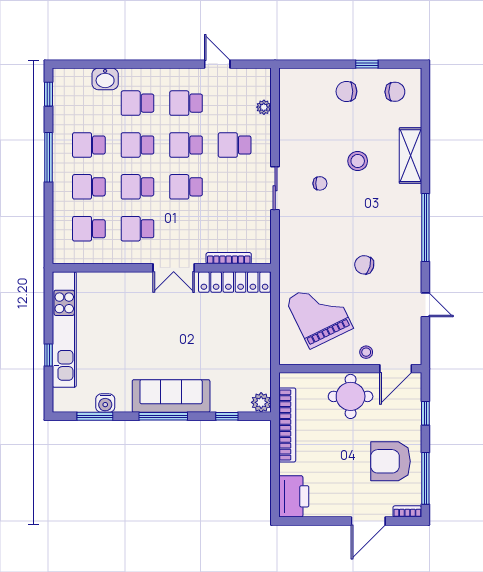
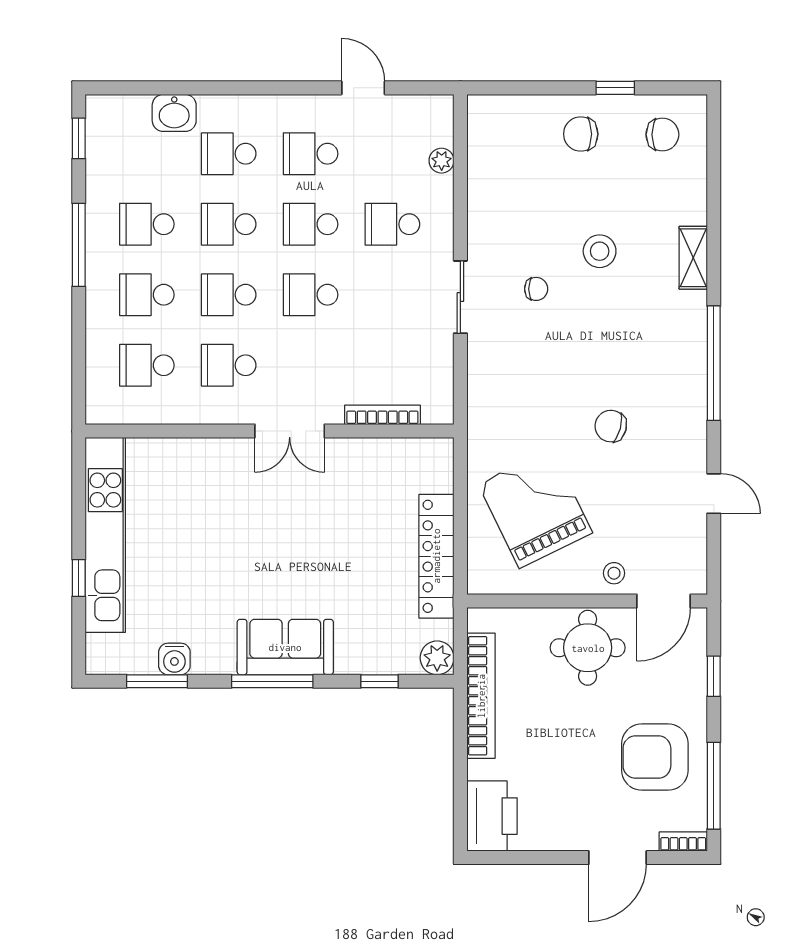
shelving: (410, 156) -> (693, 258), width x0.67, depth x0.75
locker: (234, 282) -> (436, 556), moved, turned 90
sofa: (171, 396) -> (285, 647), width x0.73

